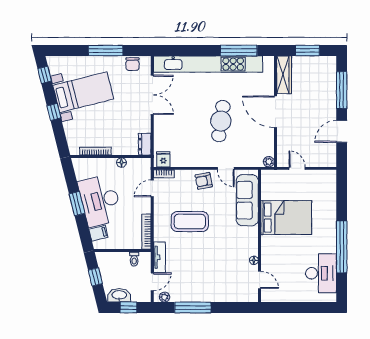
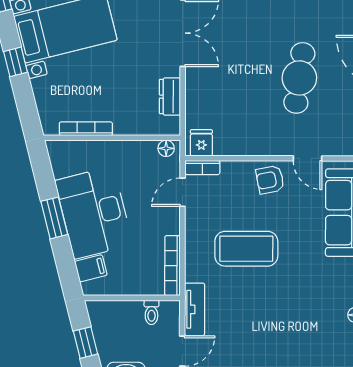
dresser: (145, 144) -> (170, 97), moved
floor lamp: (121, 163) -> (166, 148), moved

